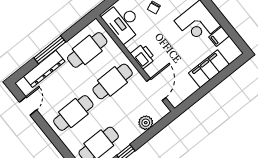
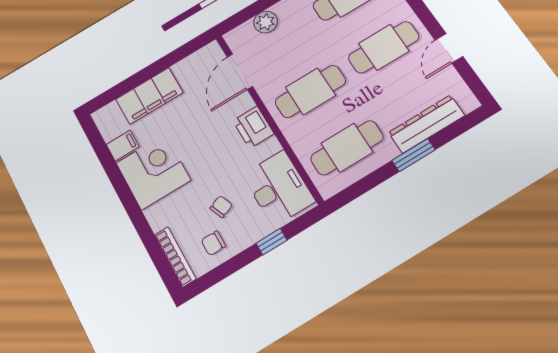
window: (50, 50) -> (414, 155), width x0.69
door: (28, 106) -> (449, 48), moved

